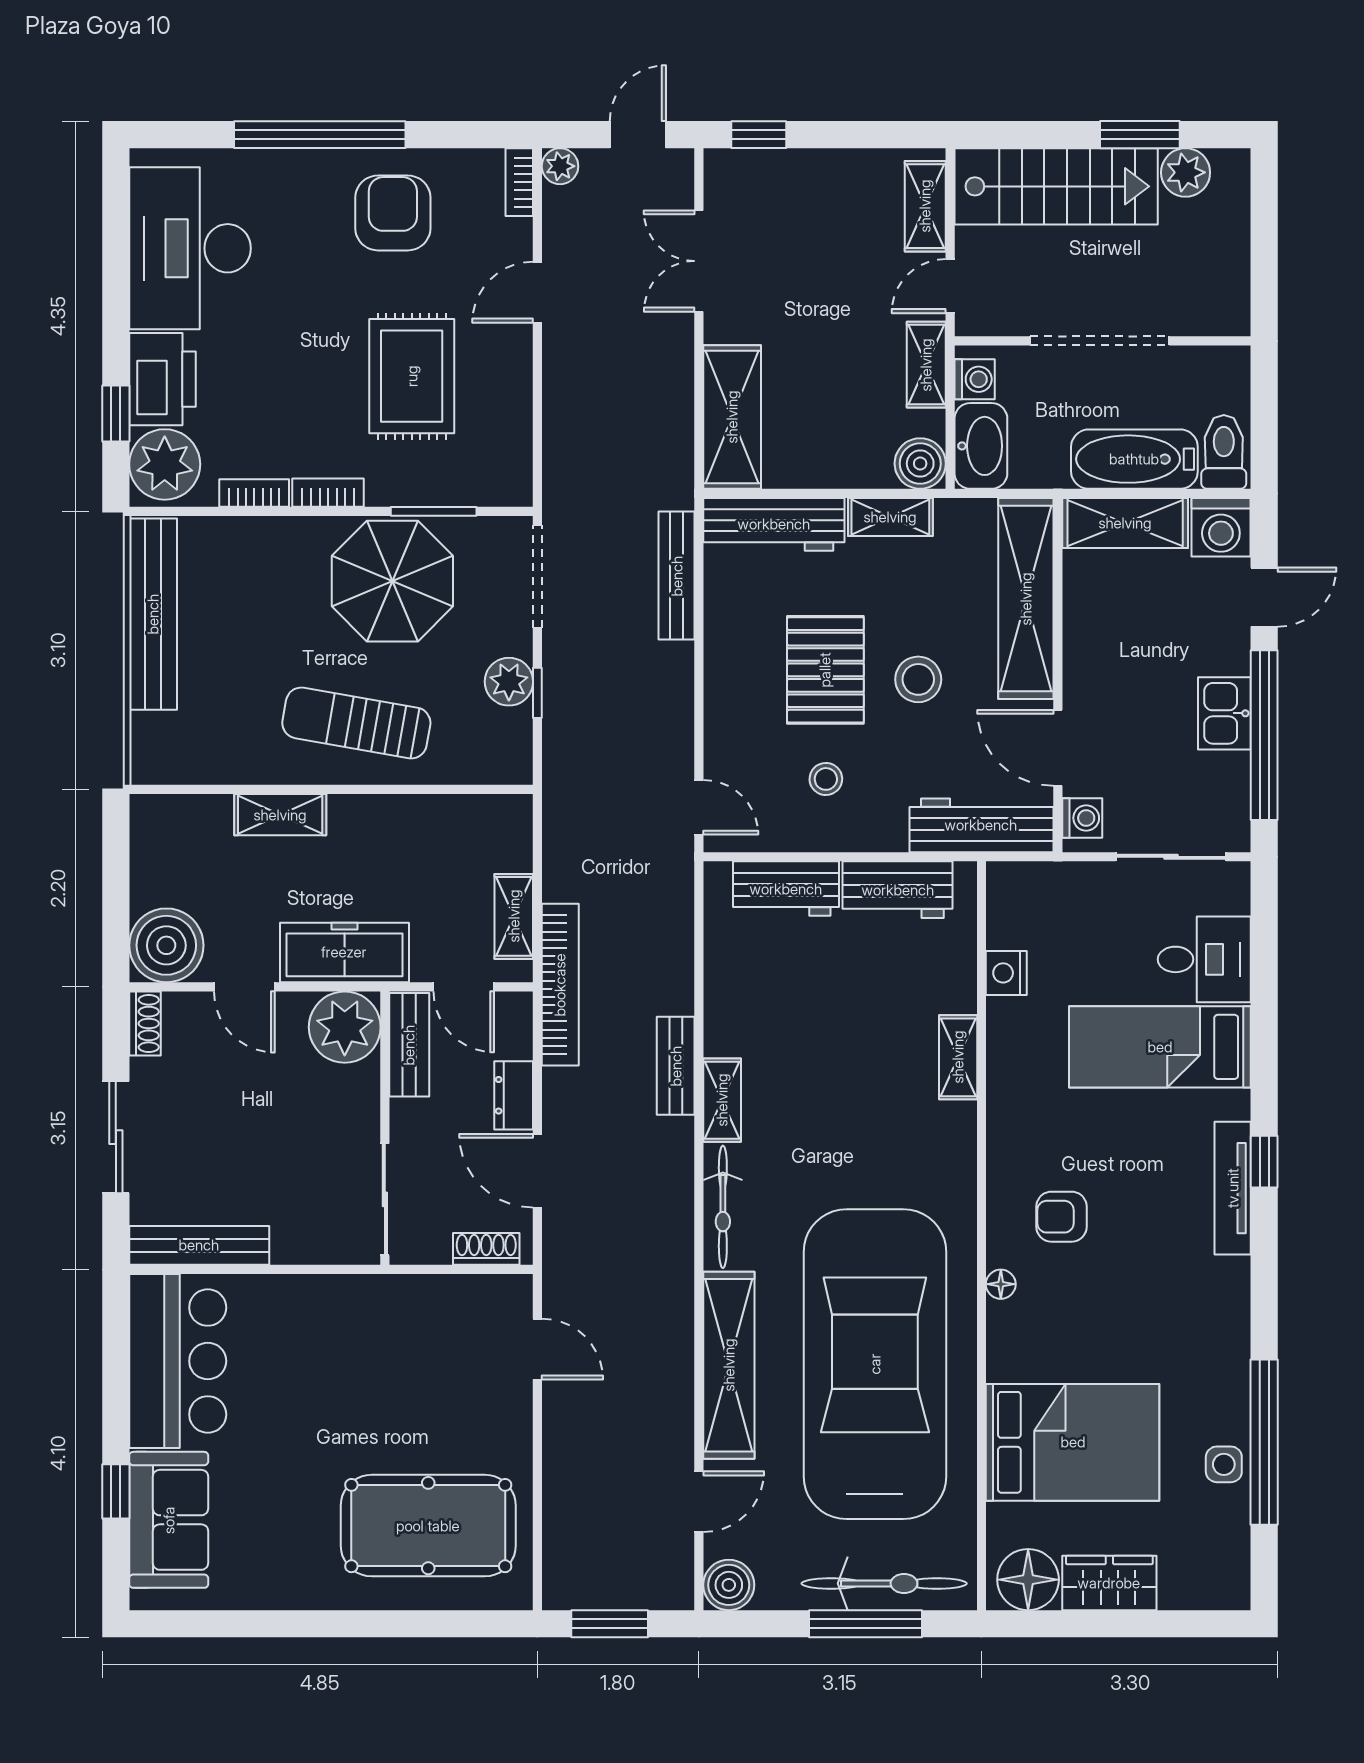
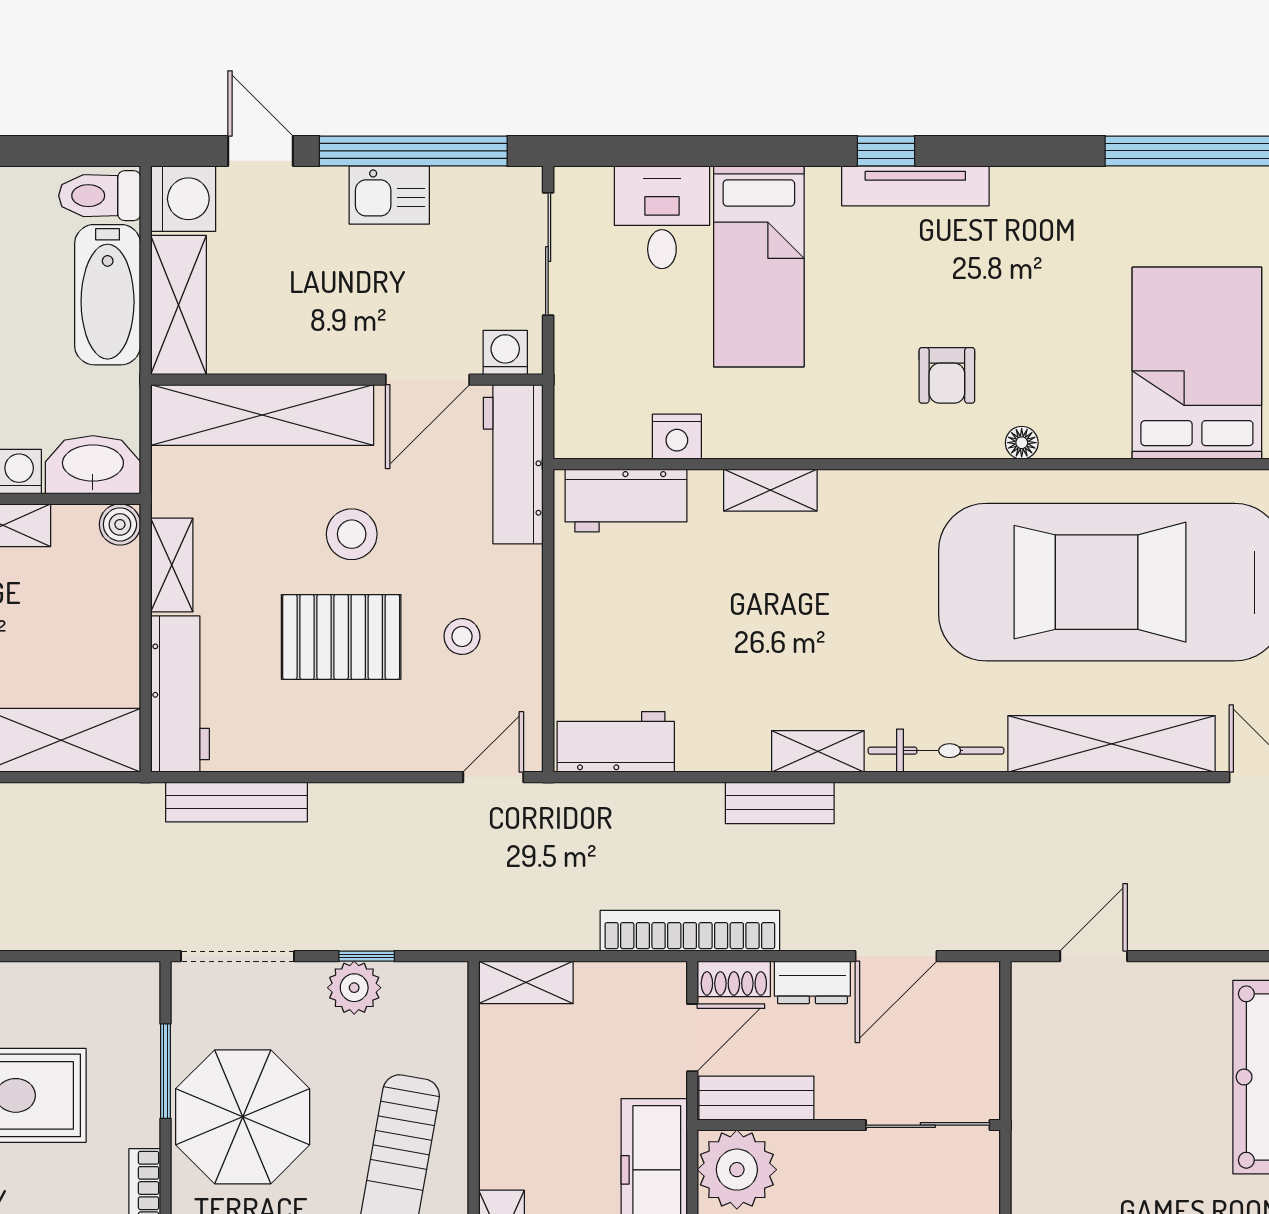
boiler: (920, 464) -> (120, 524), width x0.73, depth x0.73
workbench: (786, 889) -> (616, 742), moved, turned -90
workbench: (898, 890) -> (626, 500), moved, turned 90
shelving: (514, 916) -> (526, 982), moved
shoe rack: (486, 1249) -> (734, 979), moved, turned -90
side table: (1224, 1464) -> (1221, 196), removed

